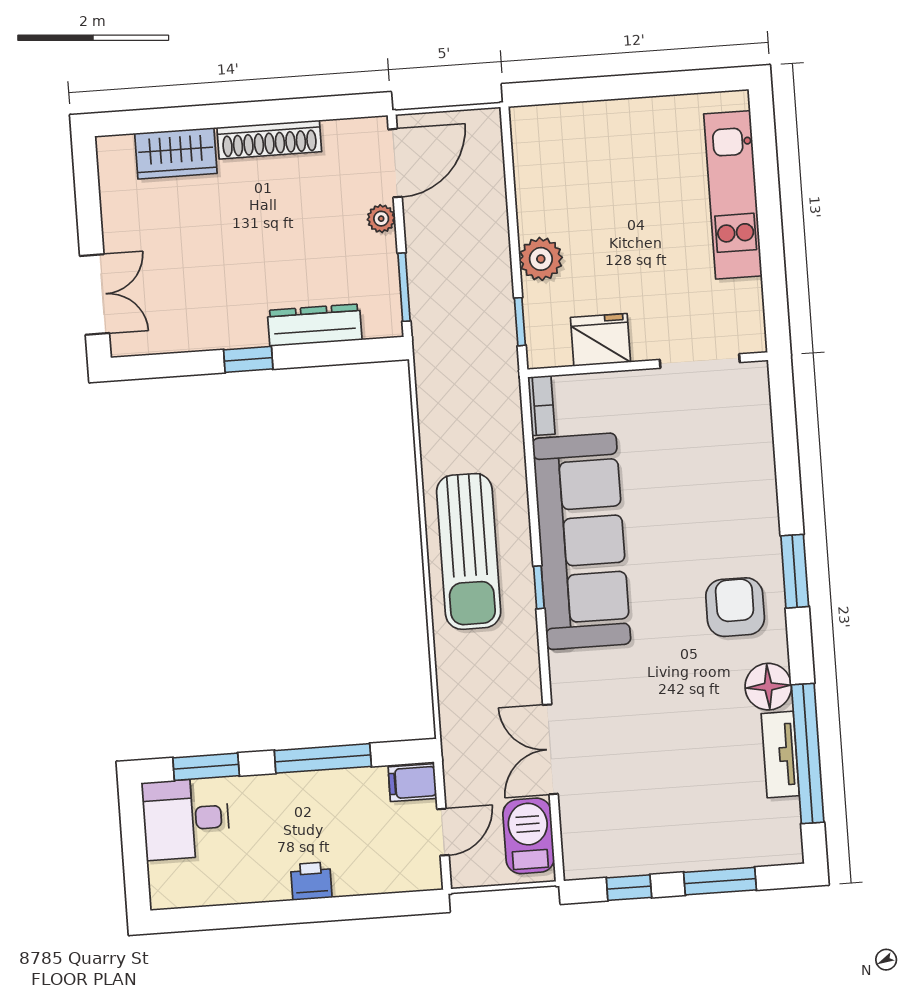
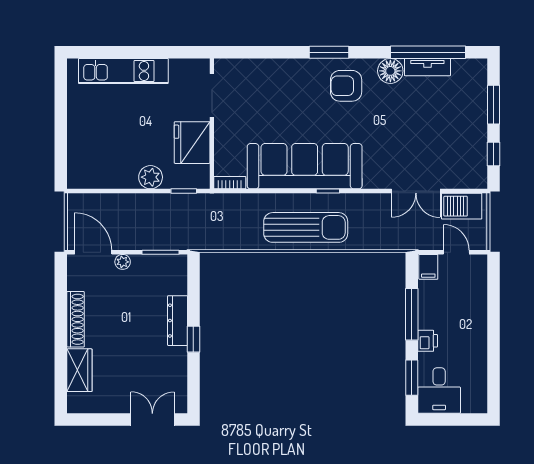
dresser: (315, 325) -> (178, 321), moved
fridge: (601, 340) -> (192, 143), width x1.36, depth x1.34
printer: (311, 881) -> (428, 341), moved, turned 180

